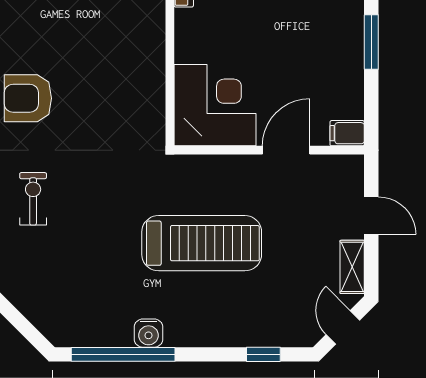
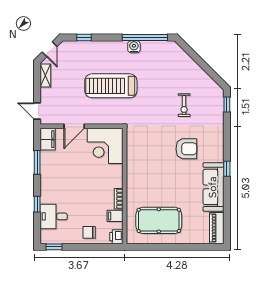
window: (371, 42) -> (37, 162), moved
filing cabinet: (347, 133) -> (48, 139), width x2.00
door: (371, 216) -> (37, 111), moved

